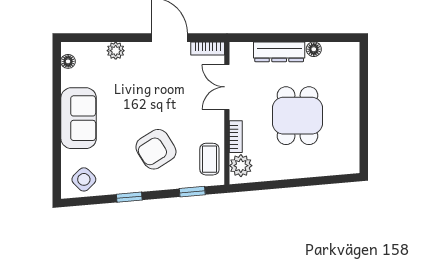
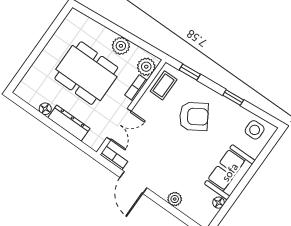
floor lamp: (68, 61) -> (219, 203), moved
dining table: (297, 116) -> (86, 73), width x1.38
plant: (282, 169) -> (121, 46), added
side table: (84, 179) -> (255, 130), turned 45

